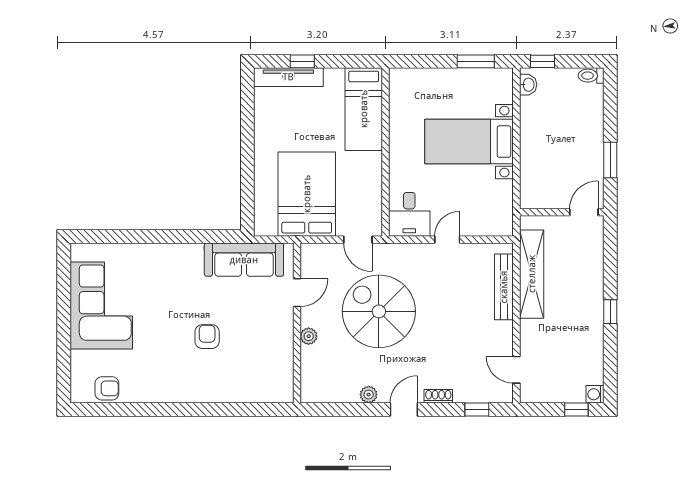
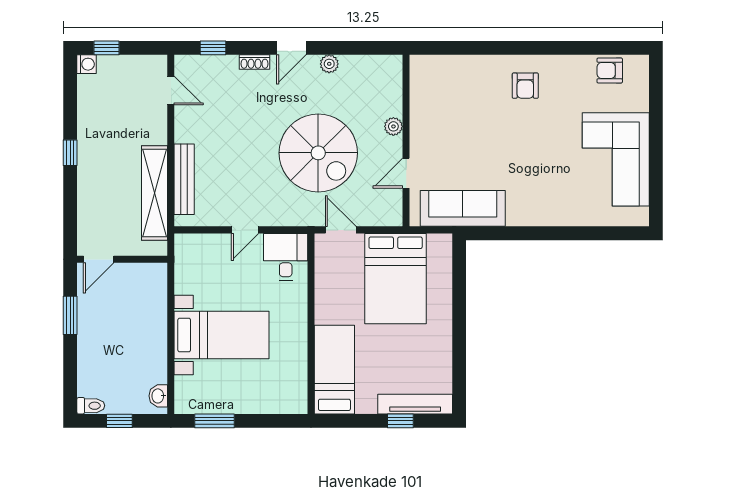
window: (543, 61) -> (119, 421), moved
armchair: (207, 337) -> (525, 86), moved

